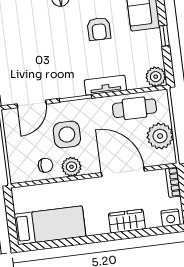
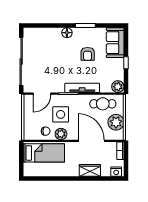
tv unit: (105, 85) -> (82, 88), width x1.41
bed: (50, 225) -> (44, 153), moved

